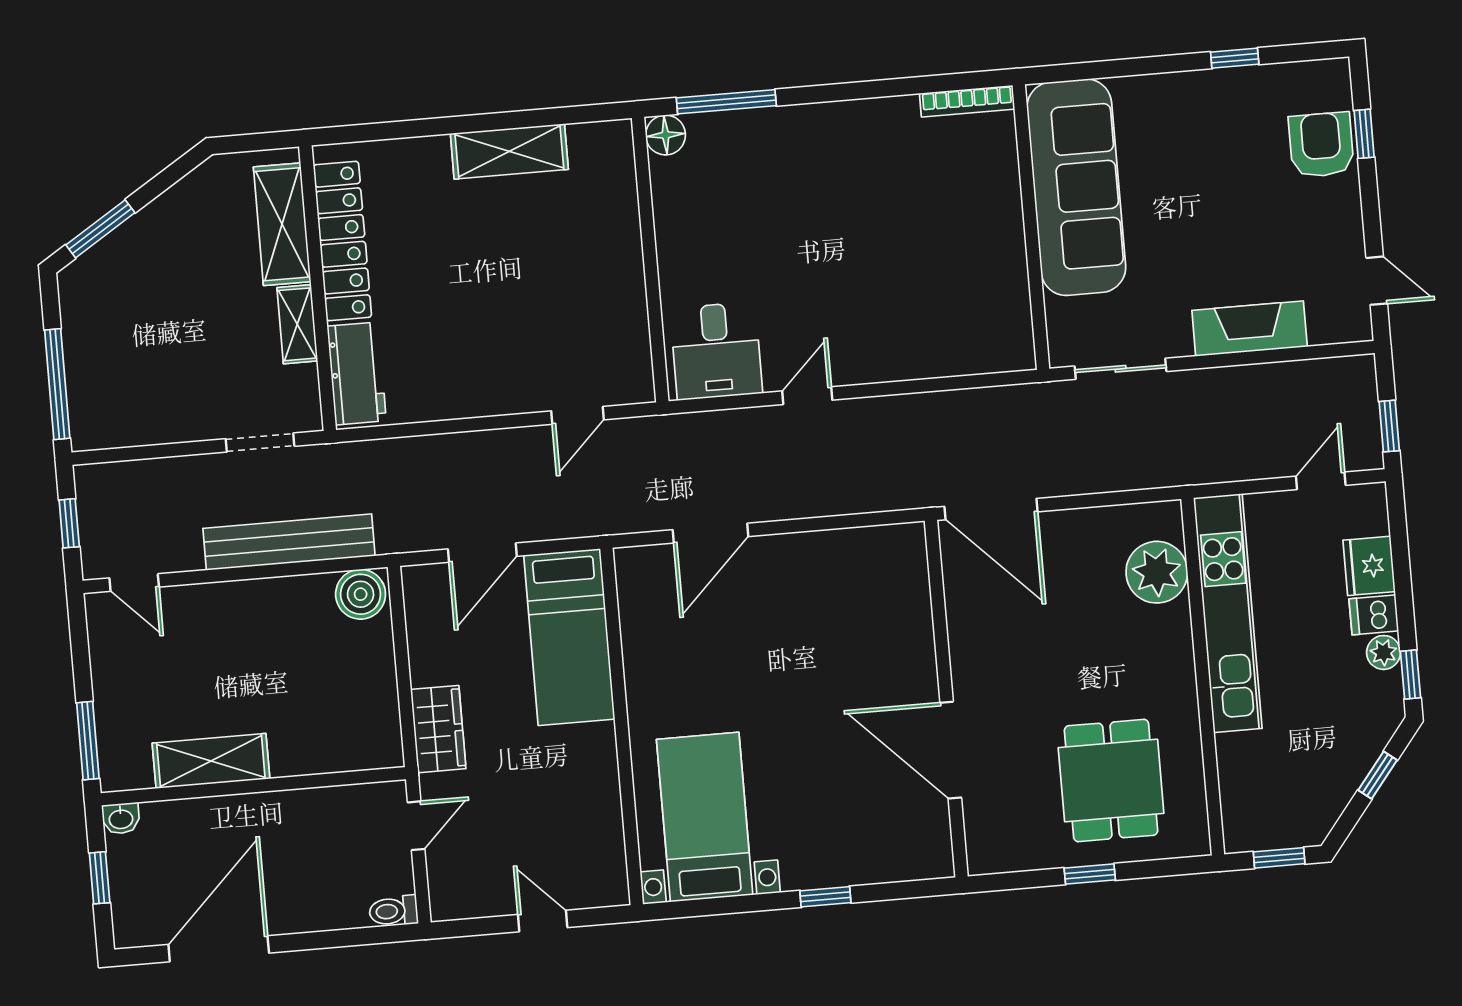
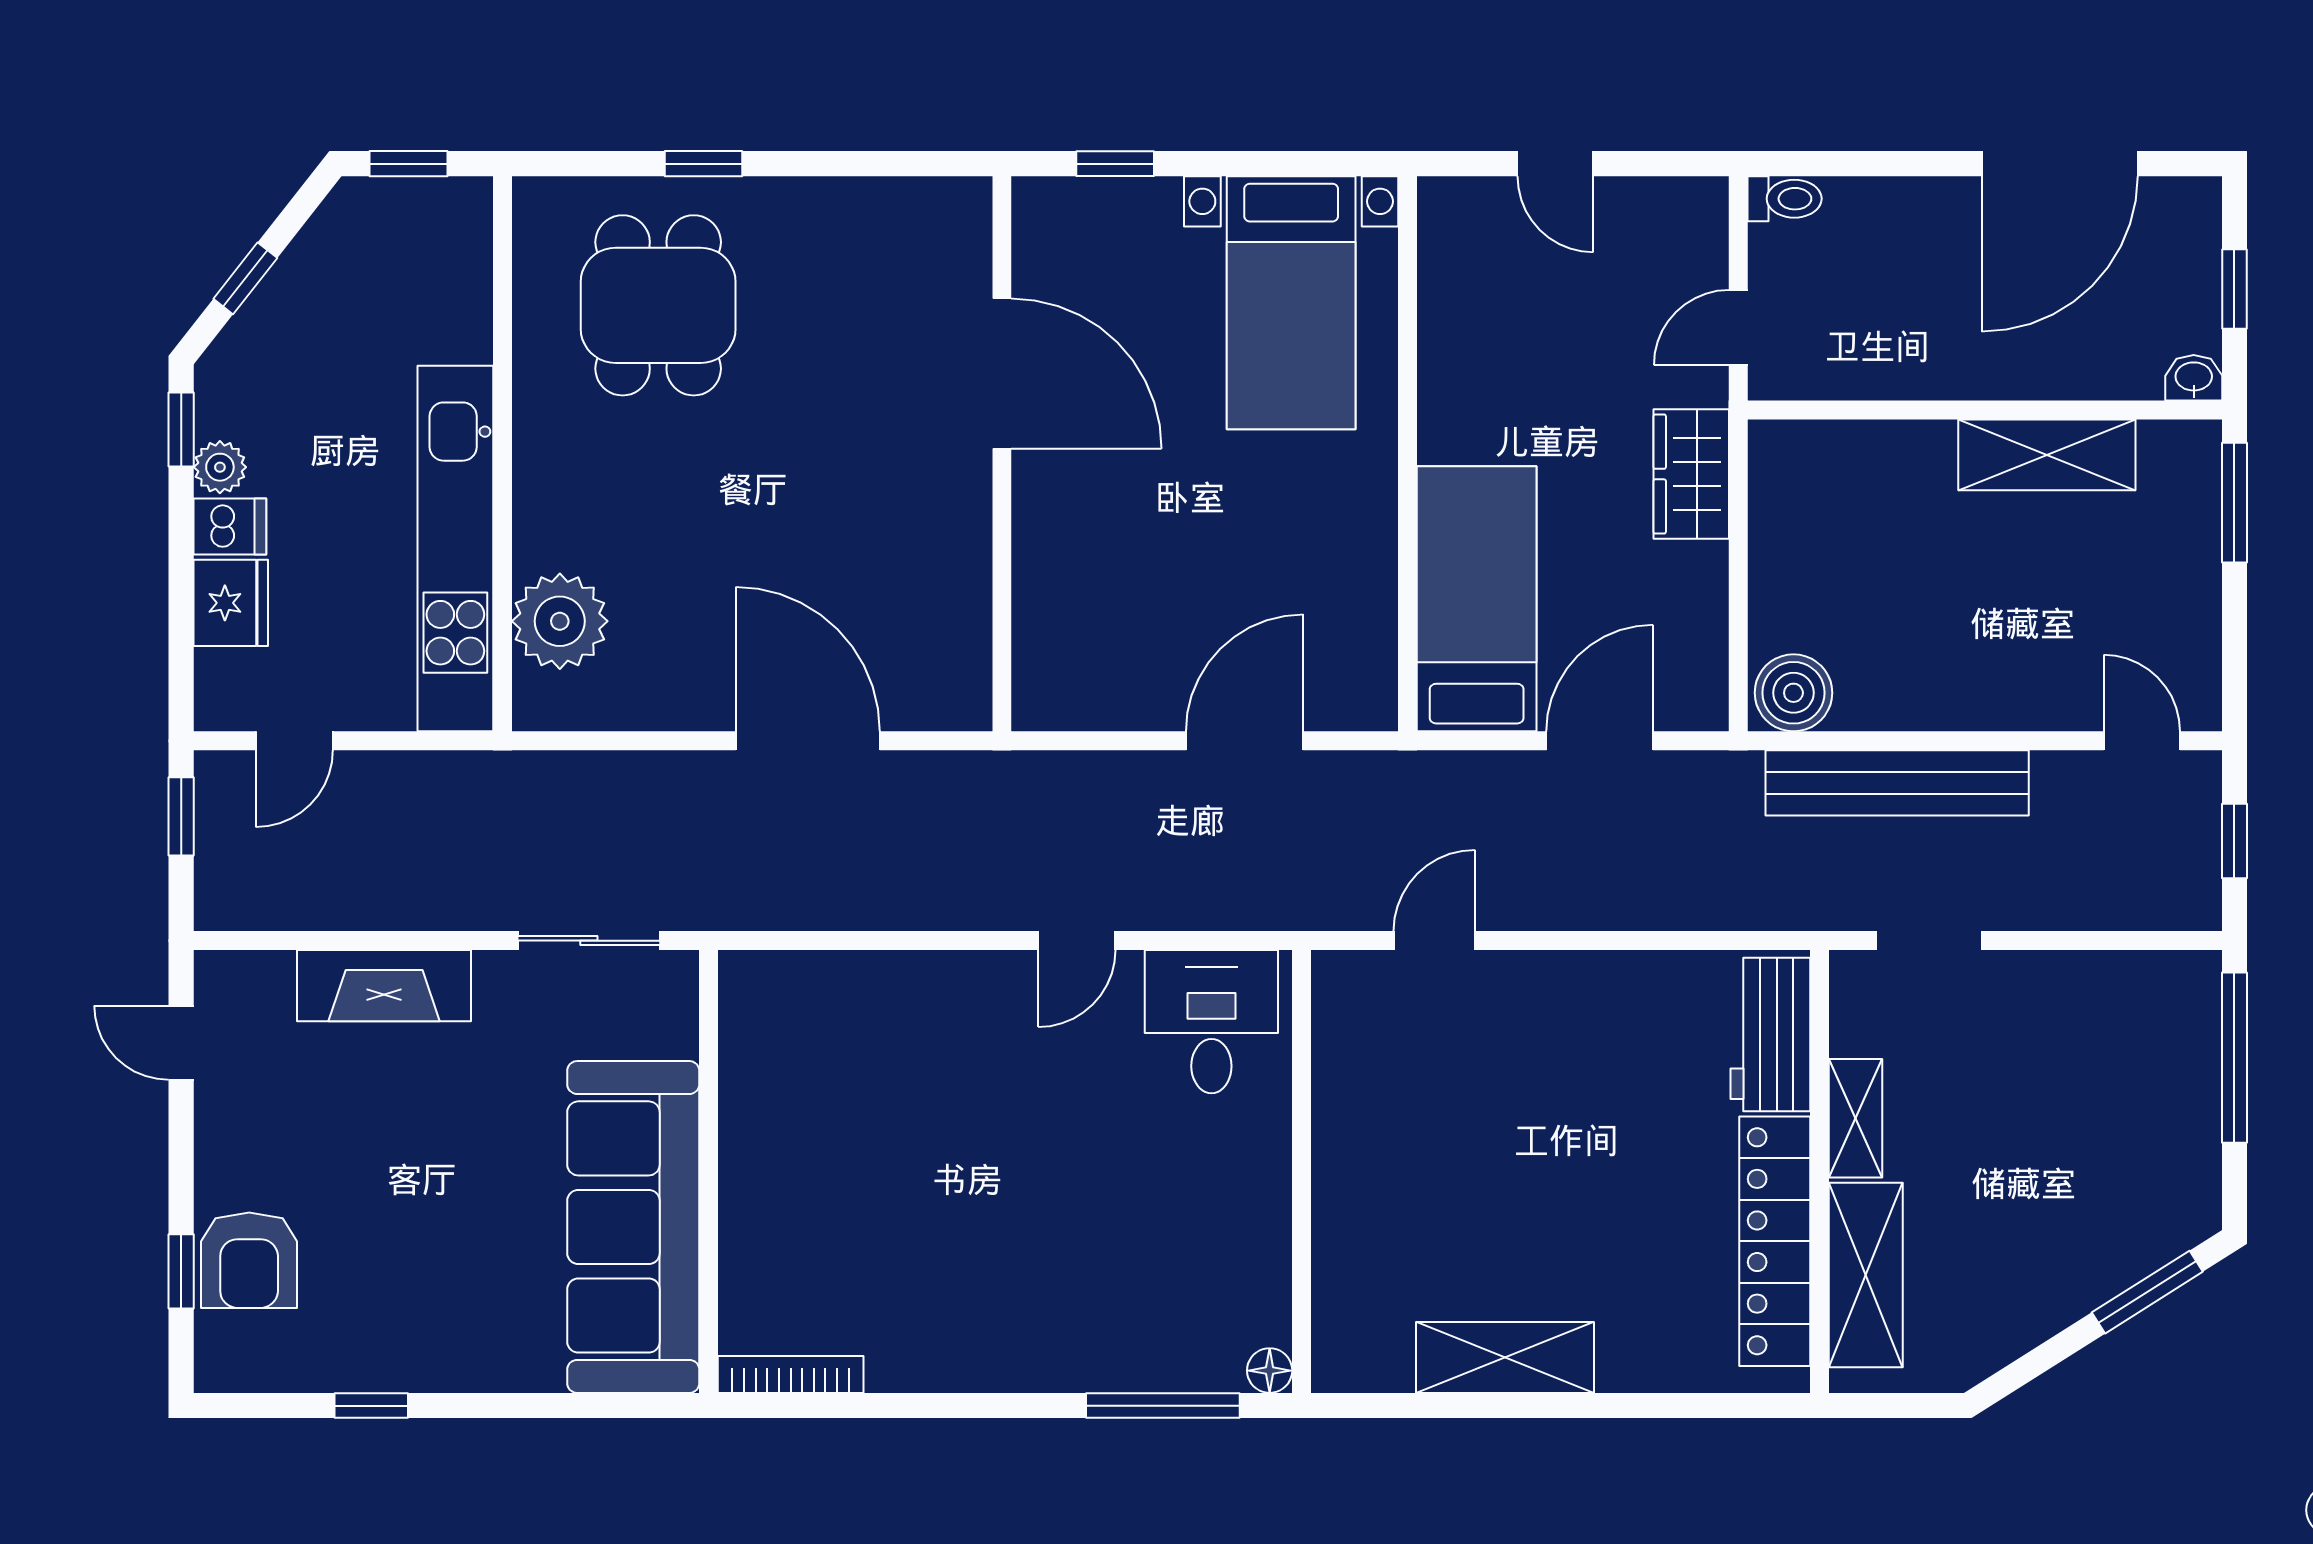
floor lamp: (666, 135) -> (1270, 1371), width x0.73, depth x0.73
wall: (946, 699) -> (1002, 454), moved
door: (951, 750) -> (1002, 374), moved

